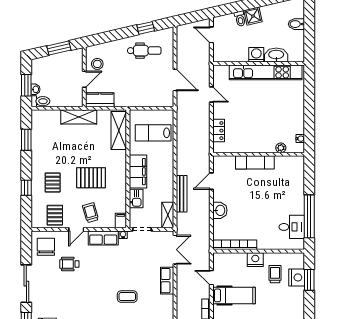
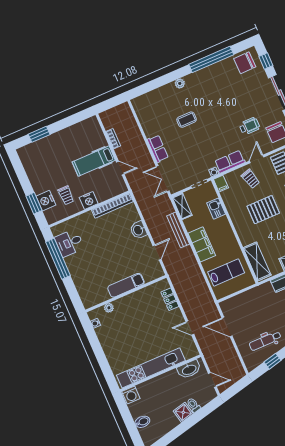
washing machine: (256, 55) -> (131, 395), moved
washbasin: (276, 55) -> (189, 369), moved
filing cabinet: (138, 172) -> (202, 244), moved, turned 180

